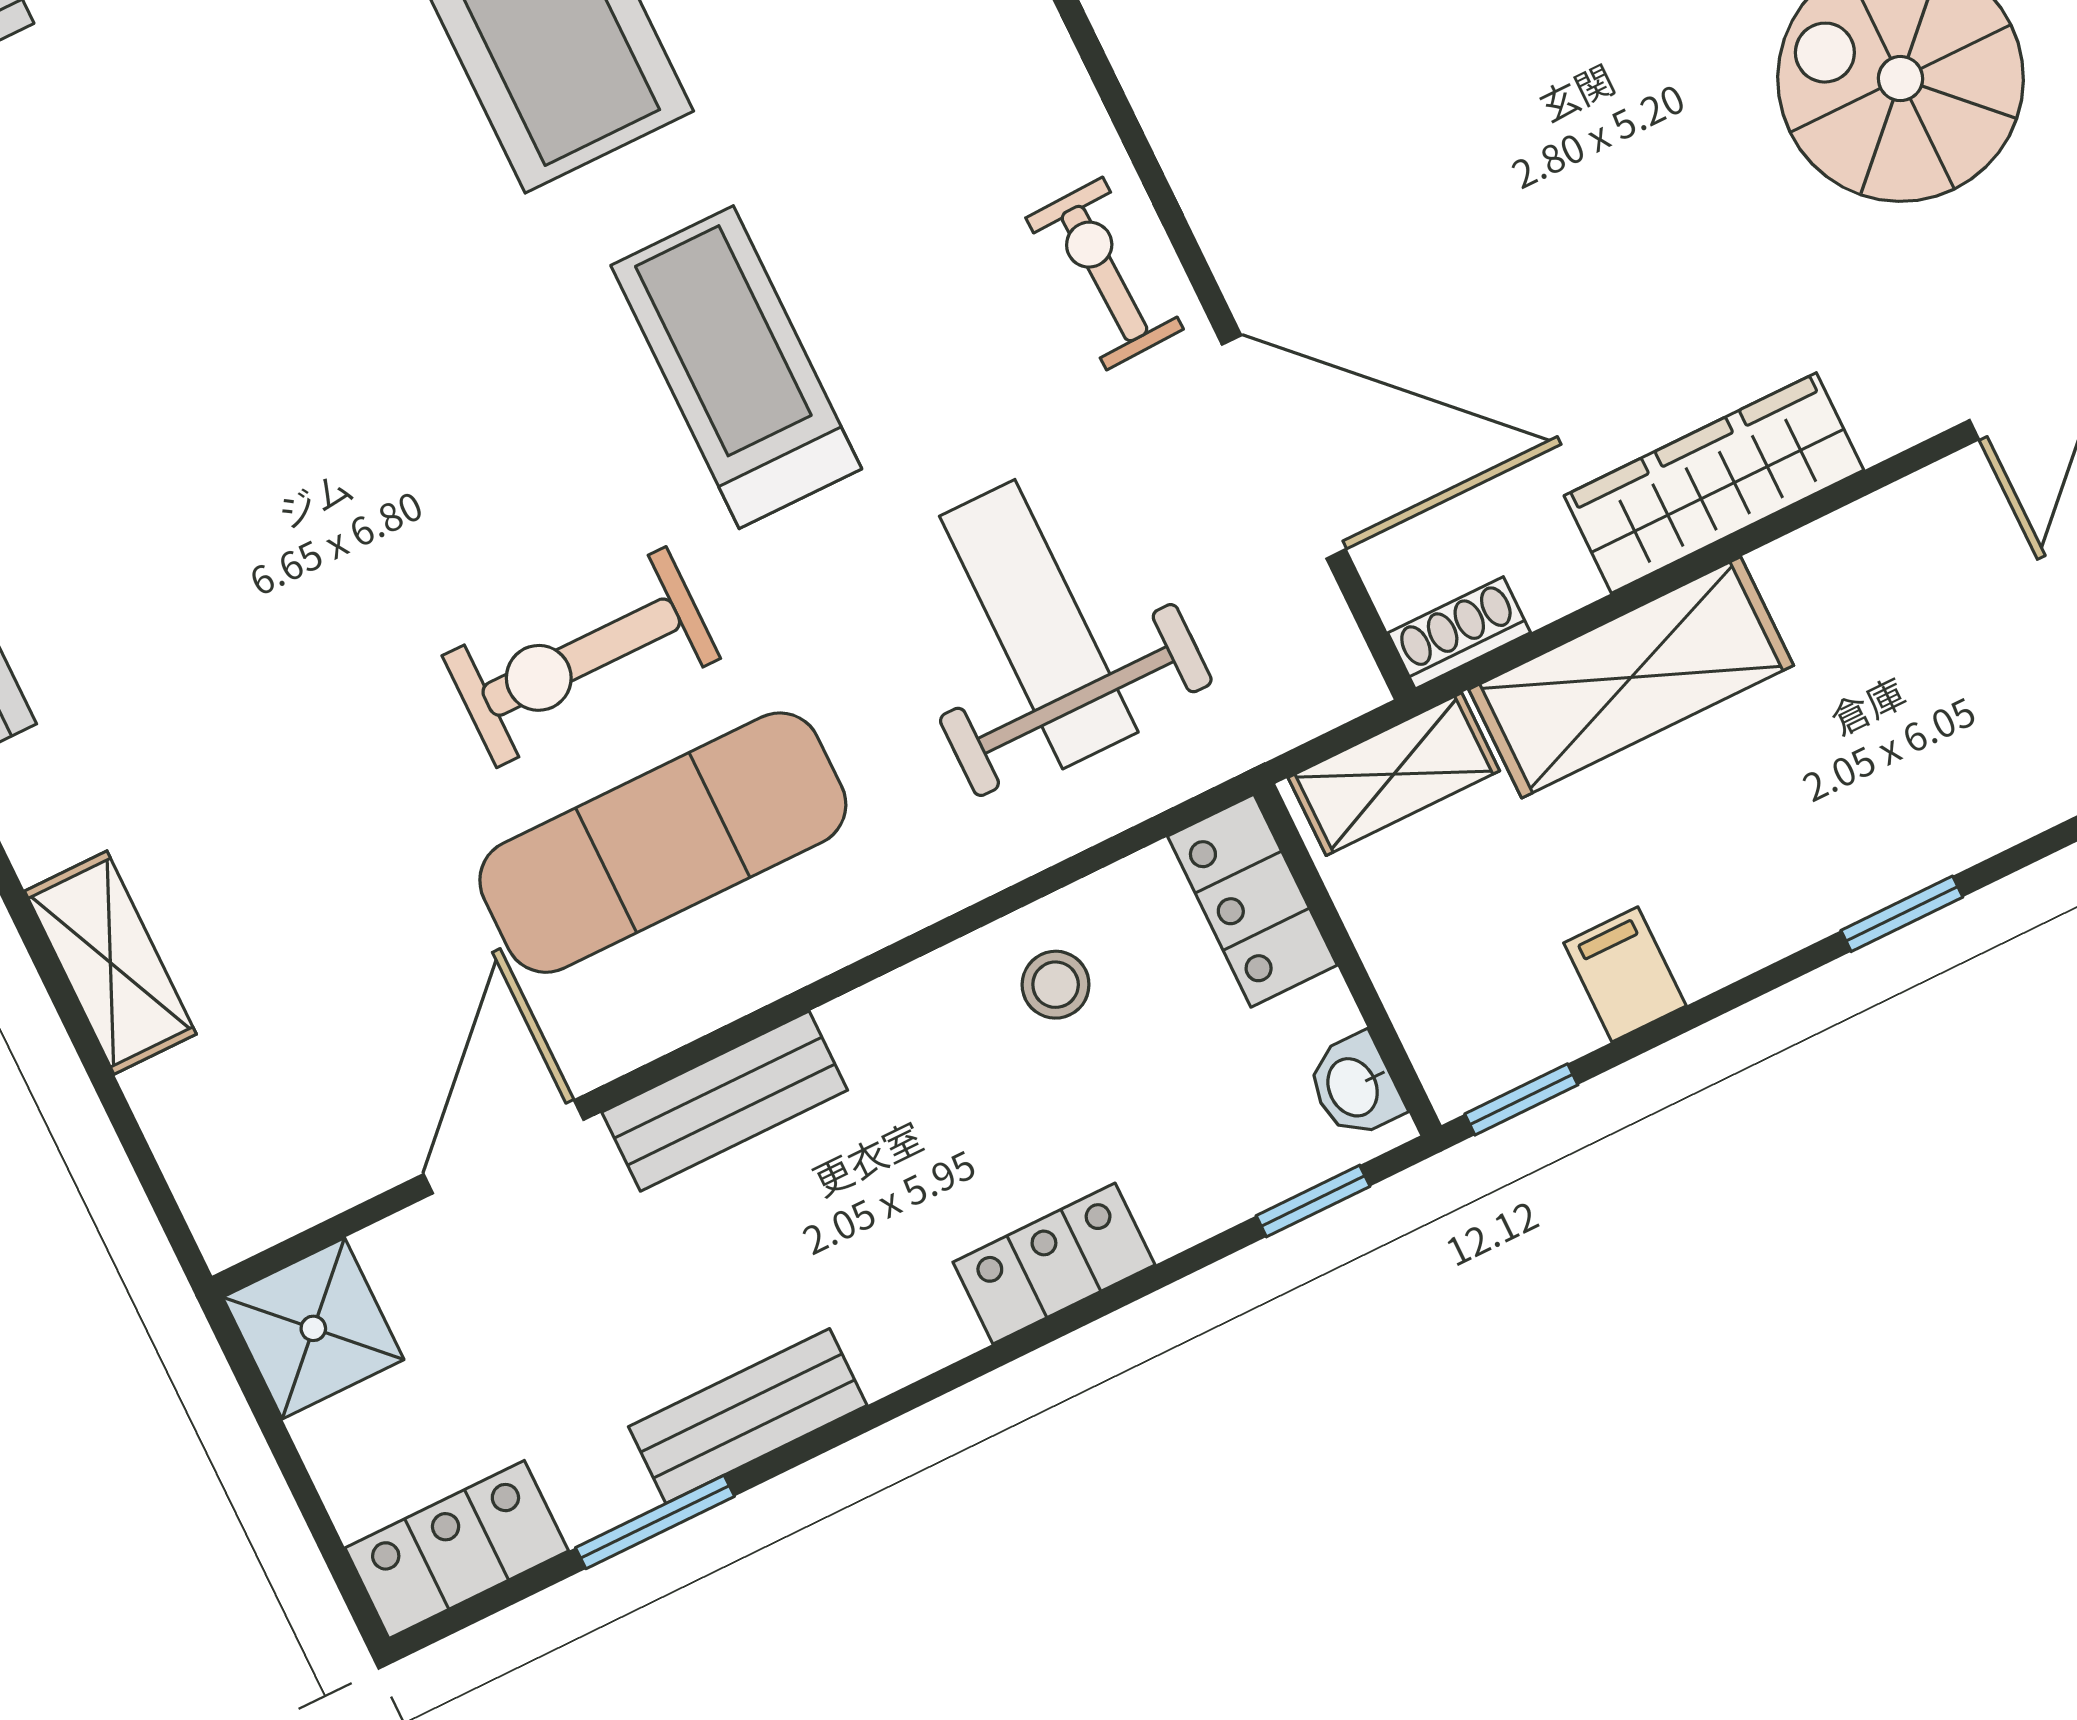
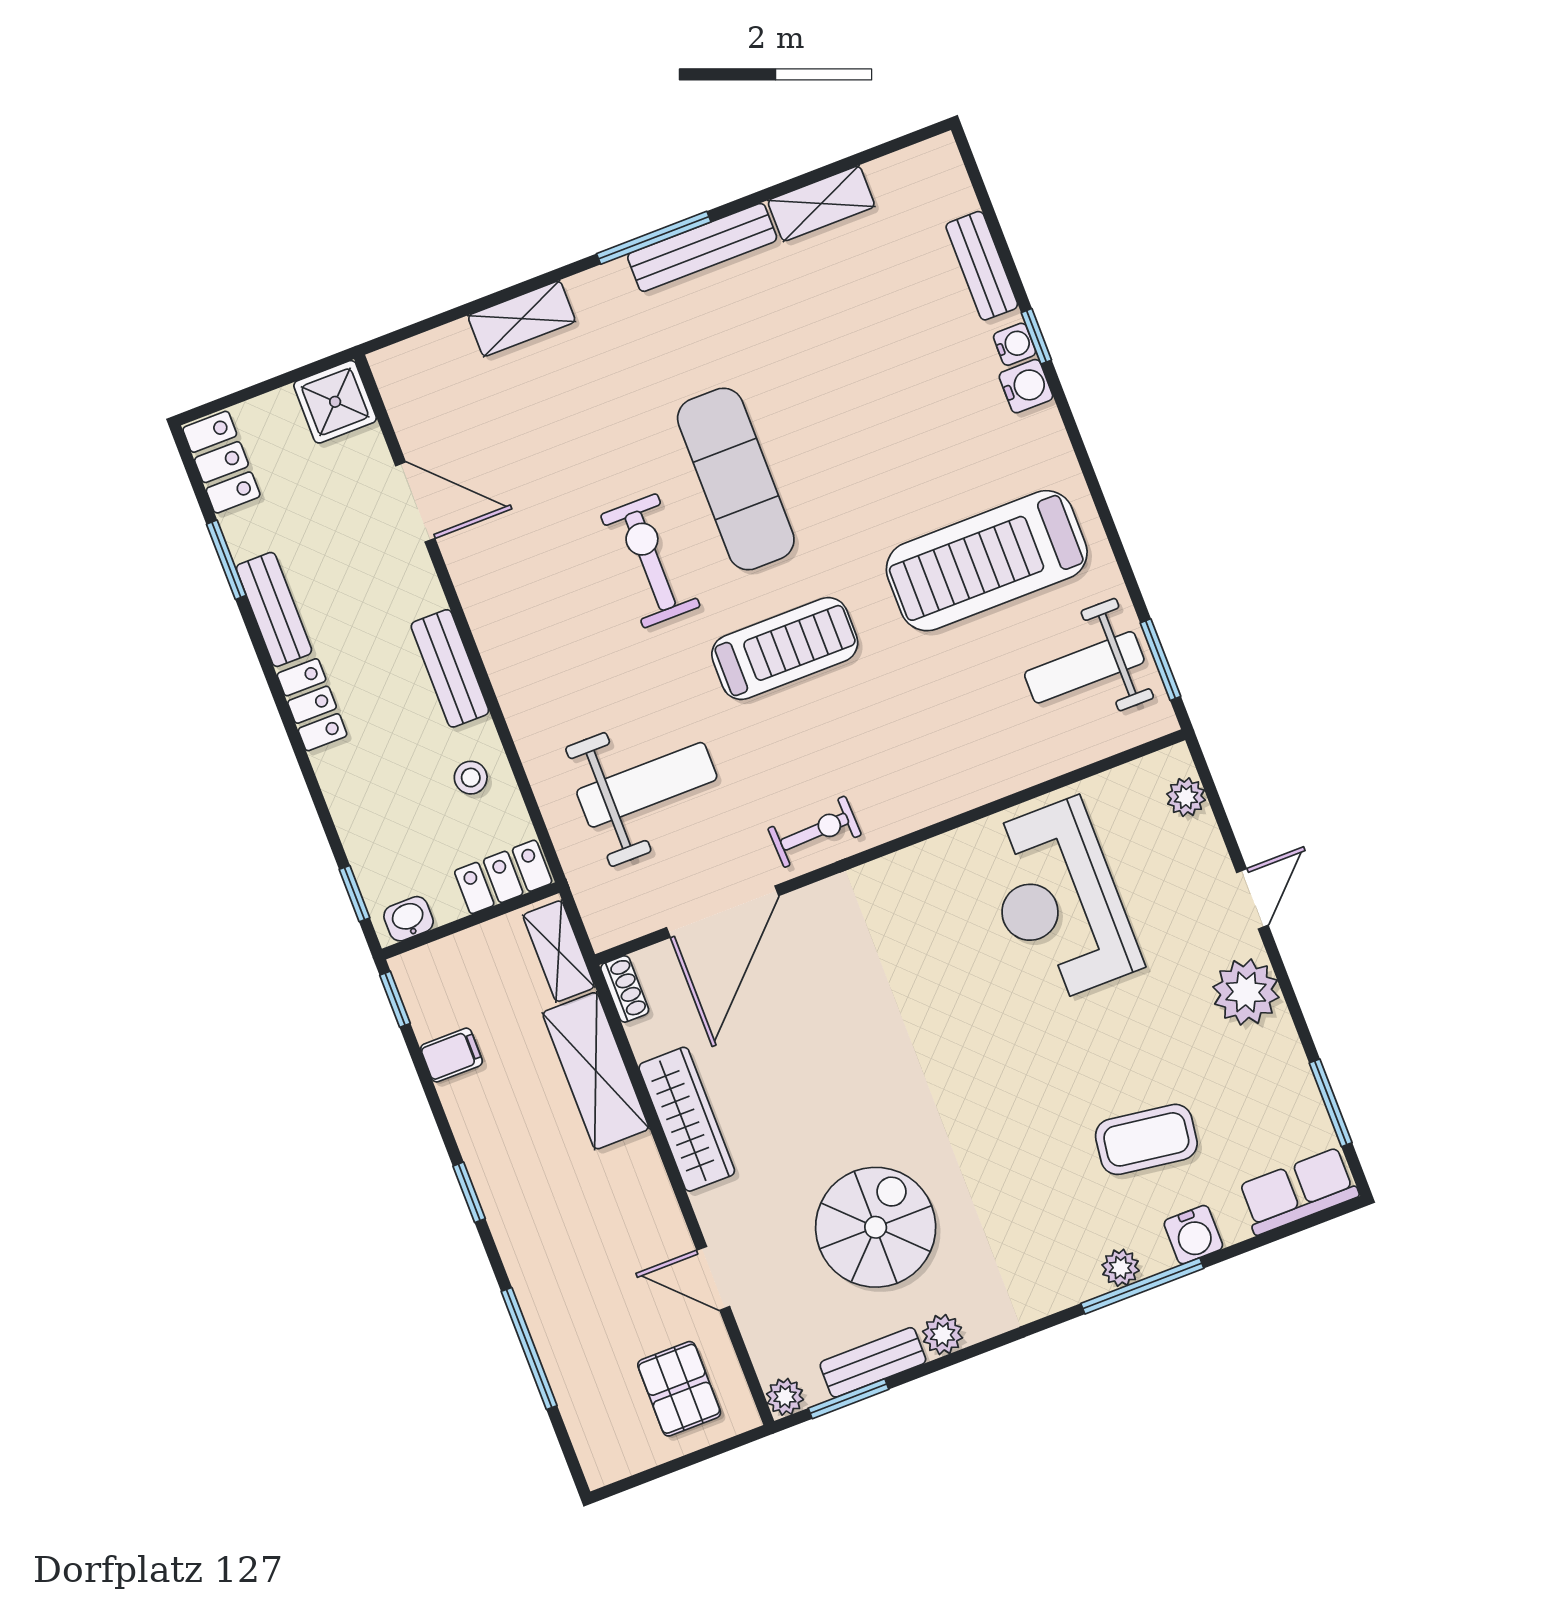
exercise mat: (663, 843) -> (736, 479), moved
bench: (725, 1101) -> (450, 668), moved
locker: (1054, 1263) -> (312, 705), moved

